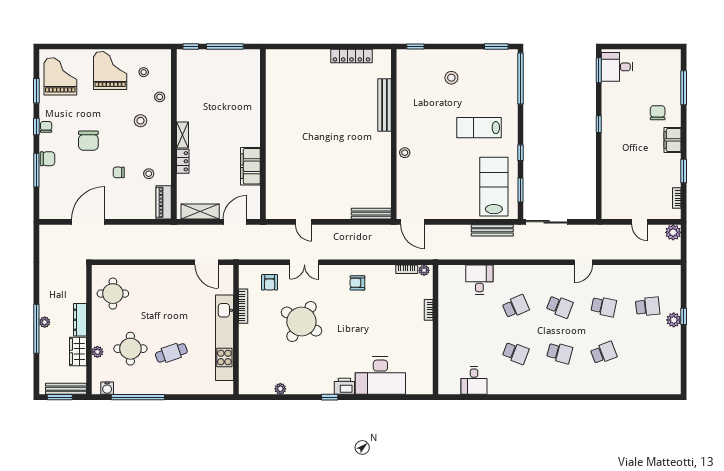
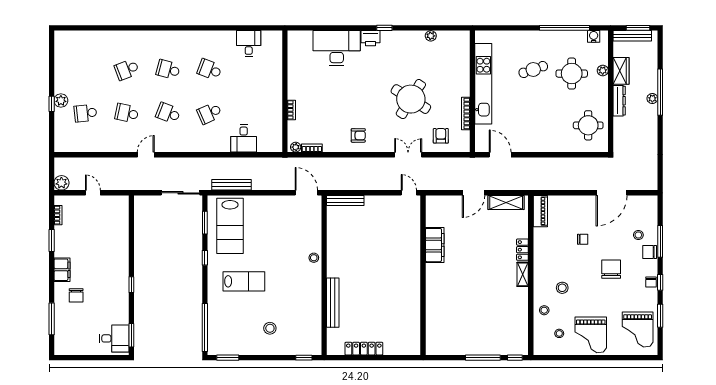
wall: (263, 134) -> (423, 275), moved
filing cabinet: (250, 166) -> (435, 245), moved
stool: (149, 174) -> (638, 235), moved

